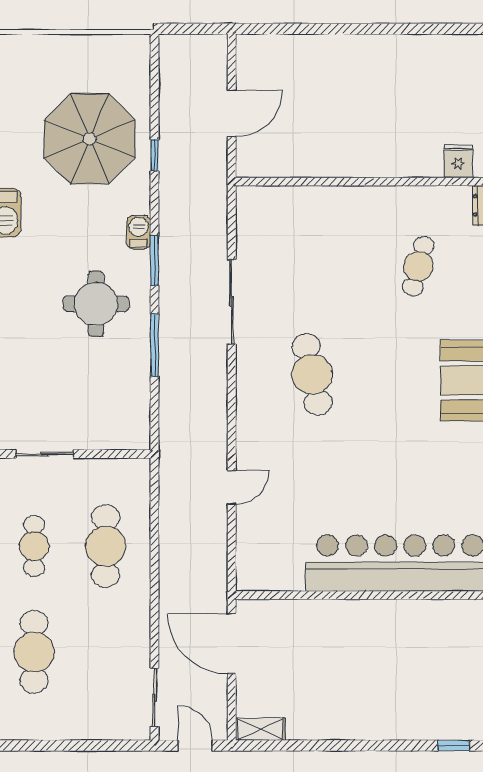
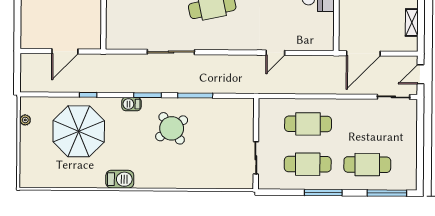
plant: (109, 44) -> (25, 120), added
door: (232, 113) -> (65, 51), swing flipped
round table: (96, 304) -> (172, 128), turned -36
door: (232, 487) -> (275, 53), swing flipped
cafe table: (34, 546) -> (308, 164), width x1.37, depth x1.35
shelving: (260, 729) -> (412, 22), moved

